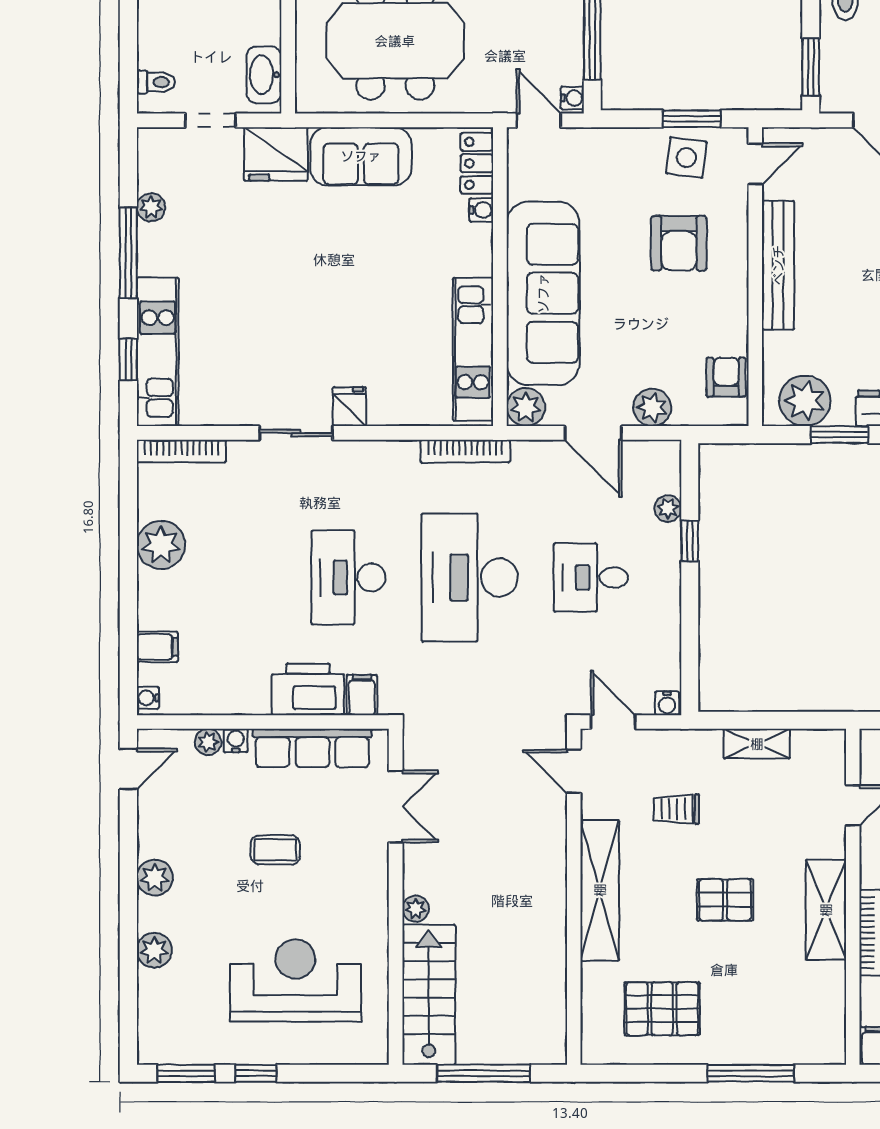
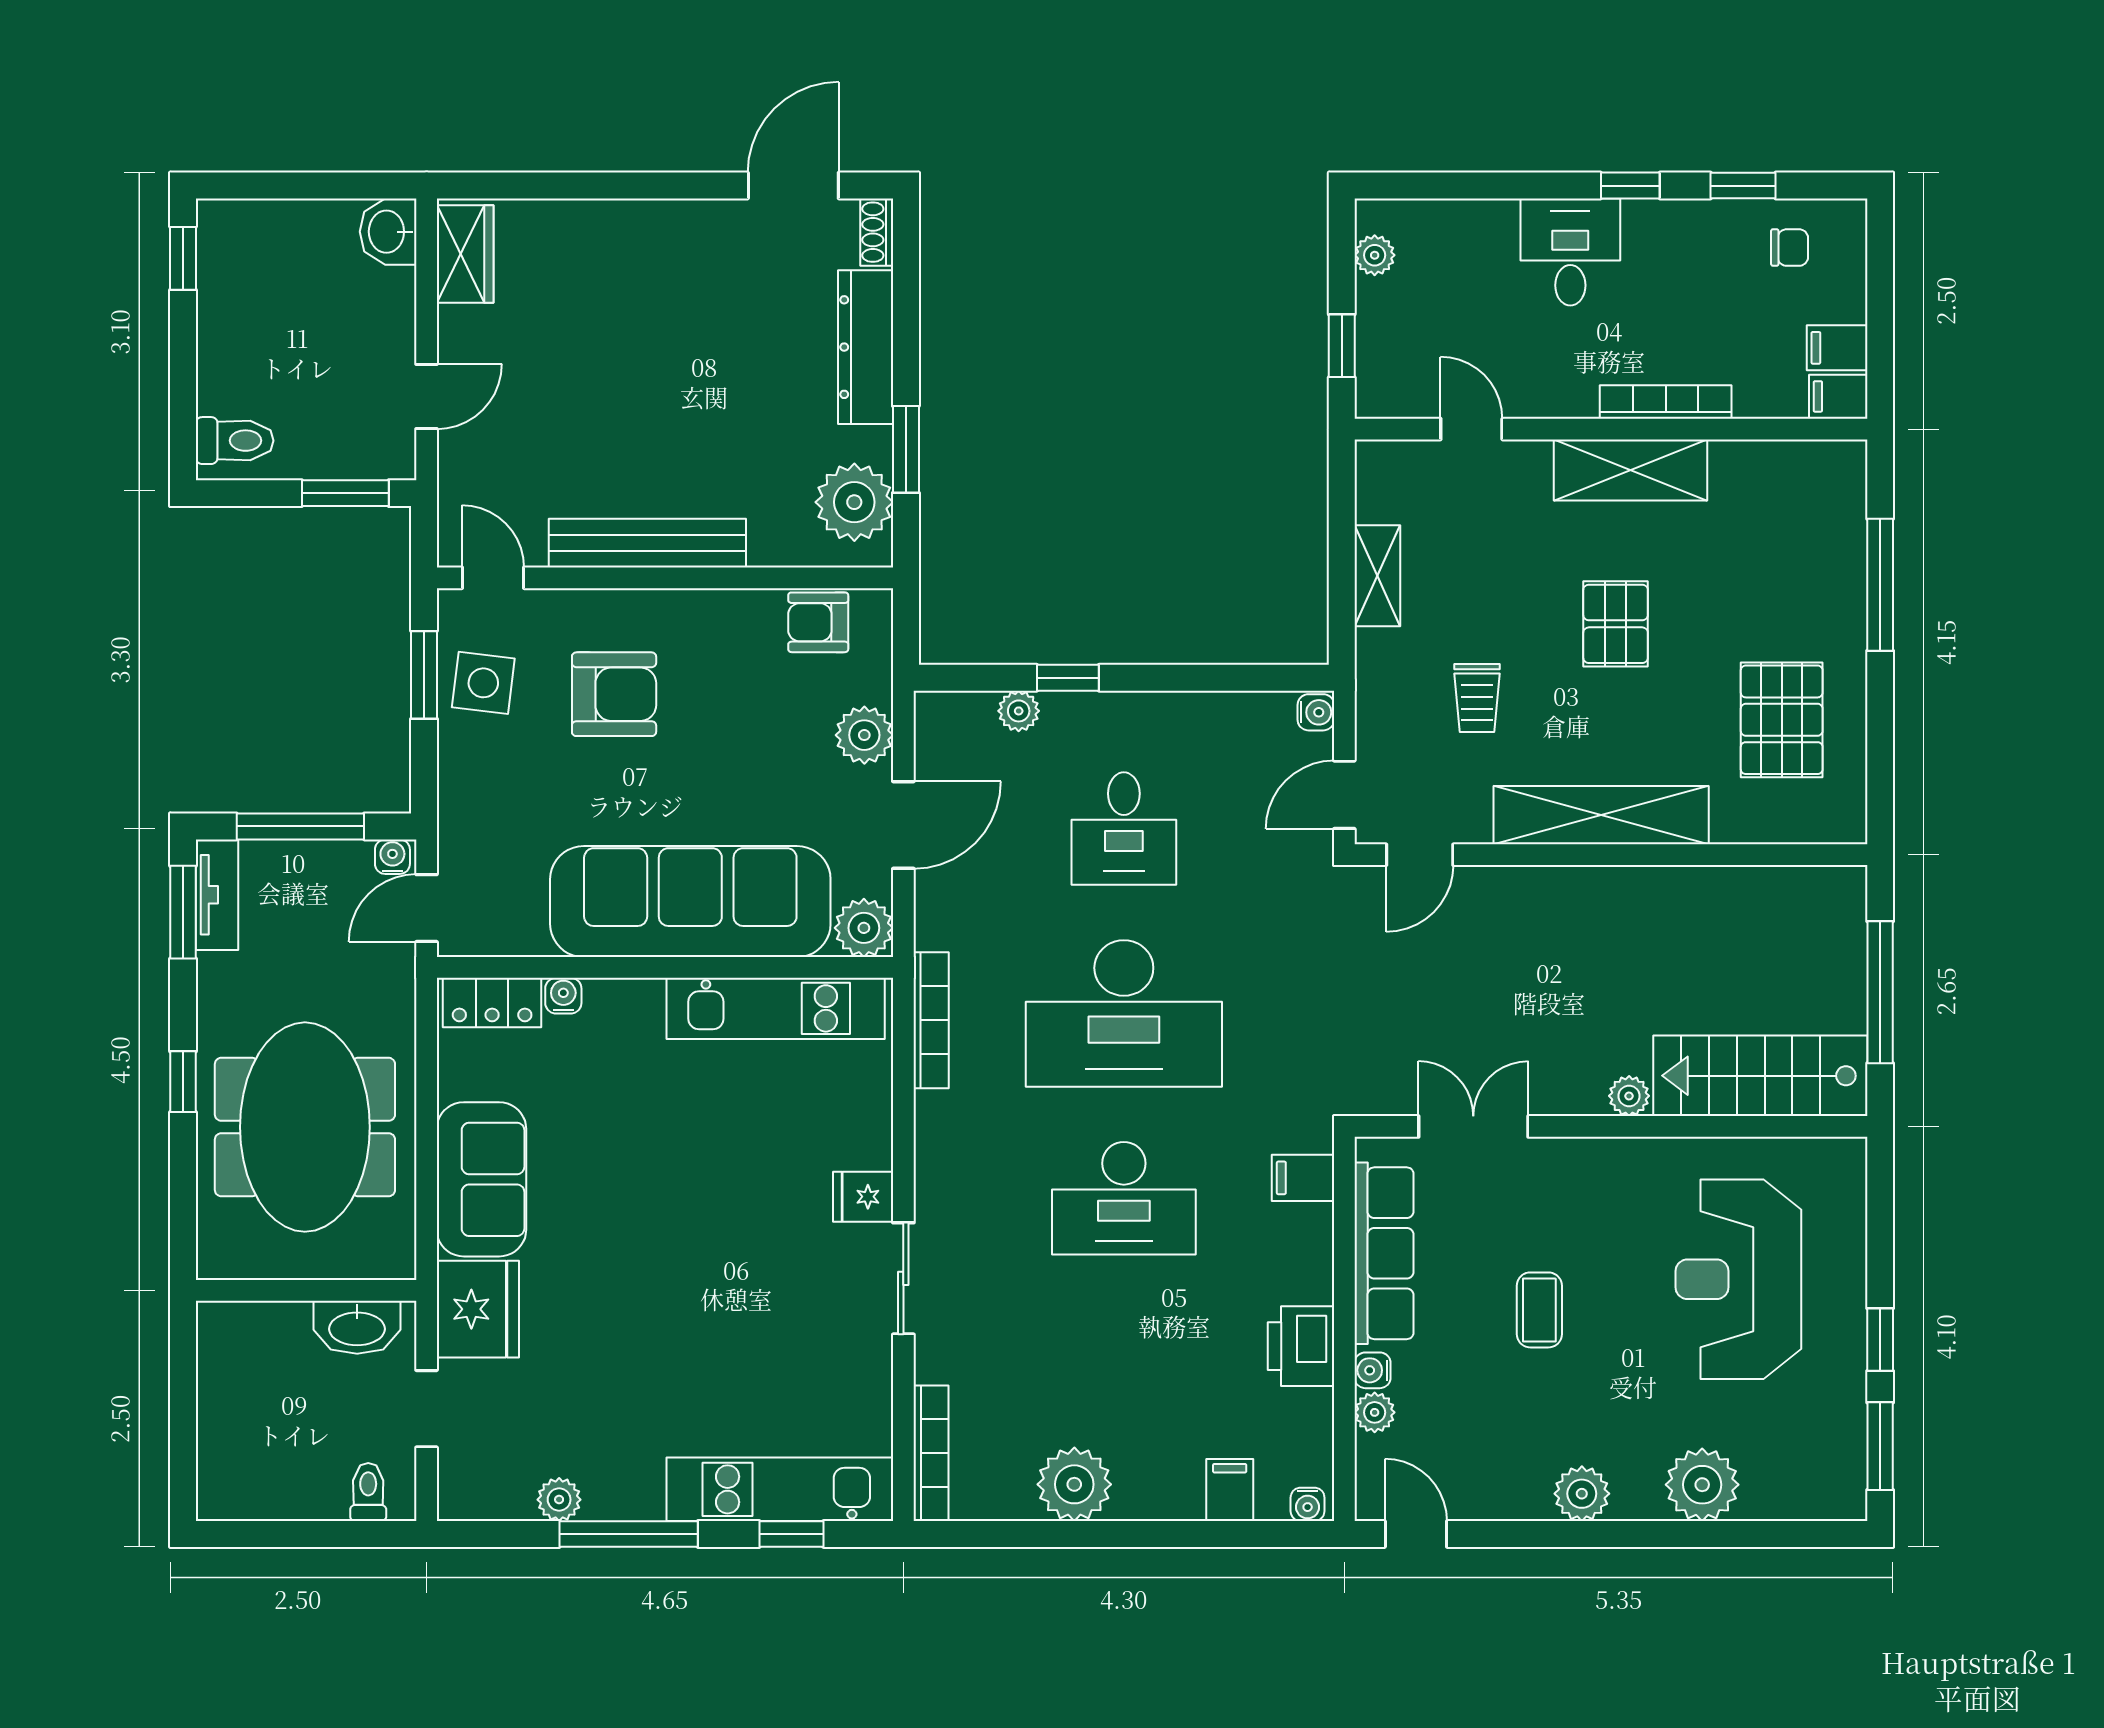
printer: (308, 689) -> (1301, 1346), moved, width x0.73, depth x0.84
plant: (154, 950) -> (1702, 1485), width x1.36, depth x1.36

